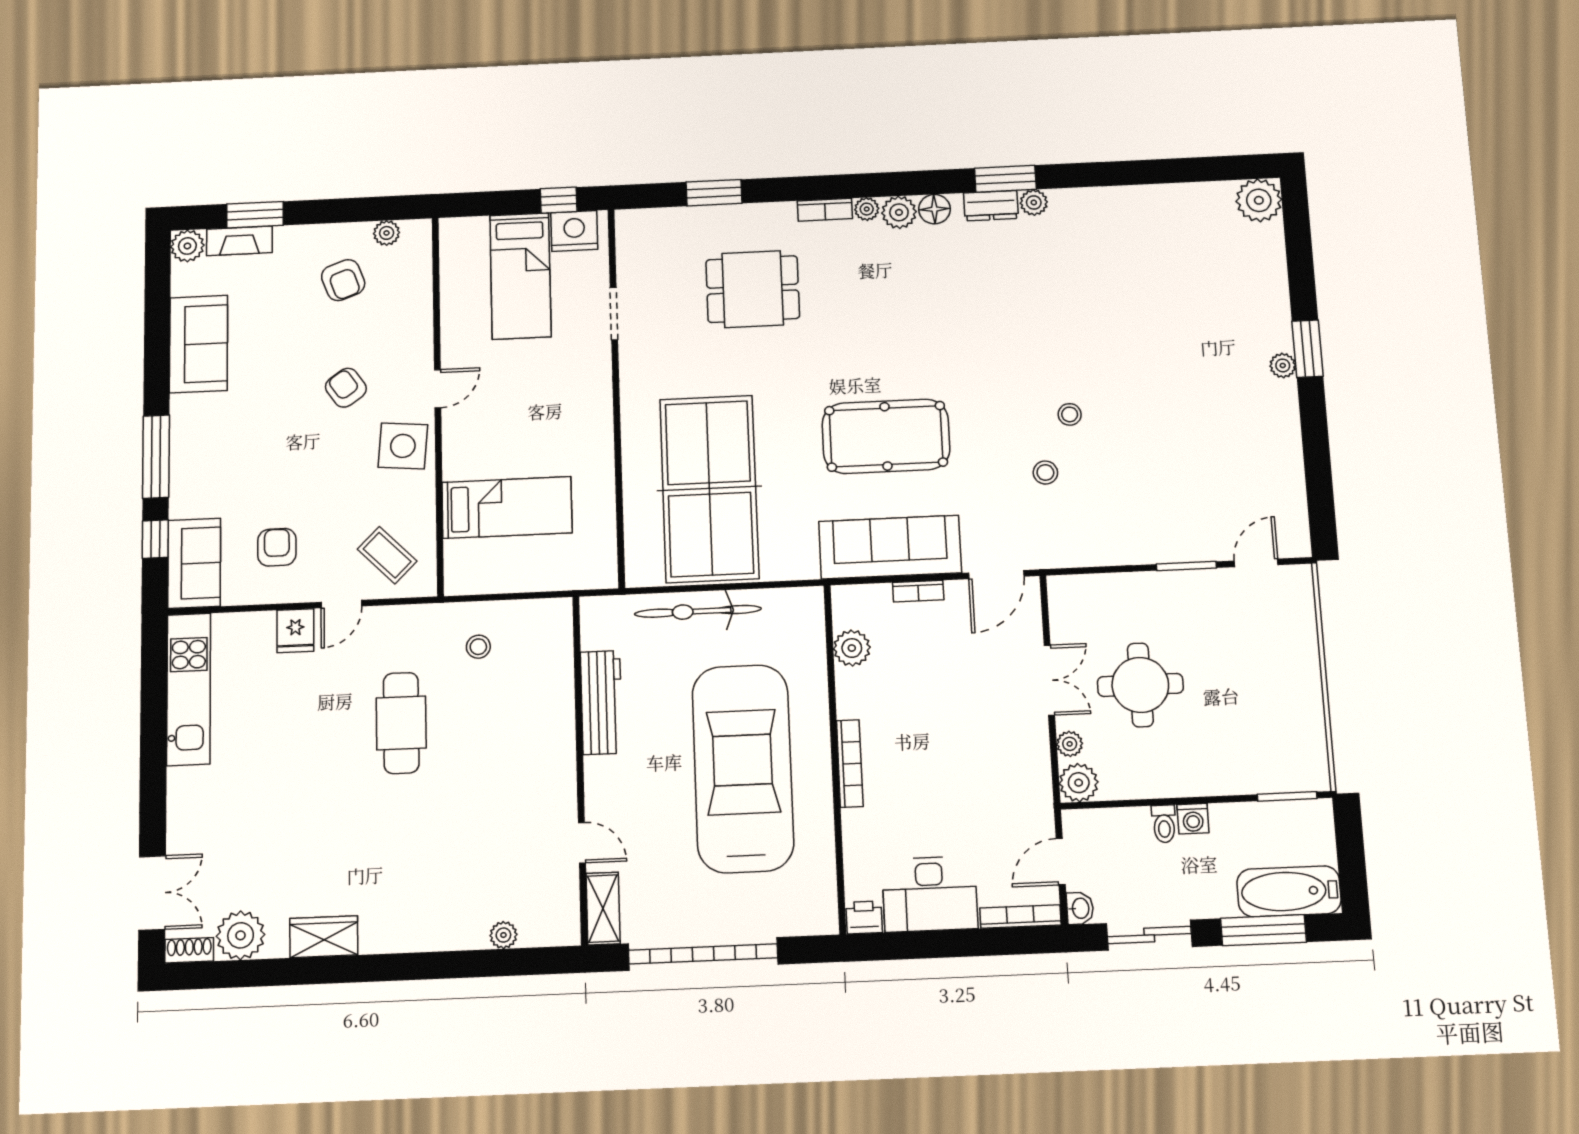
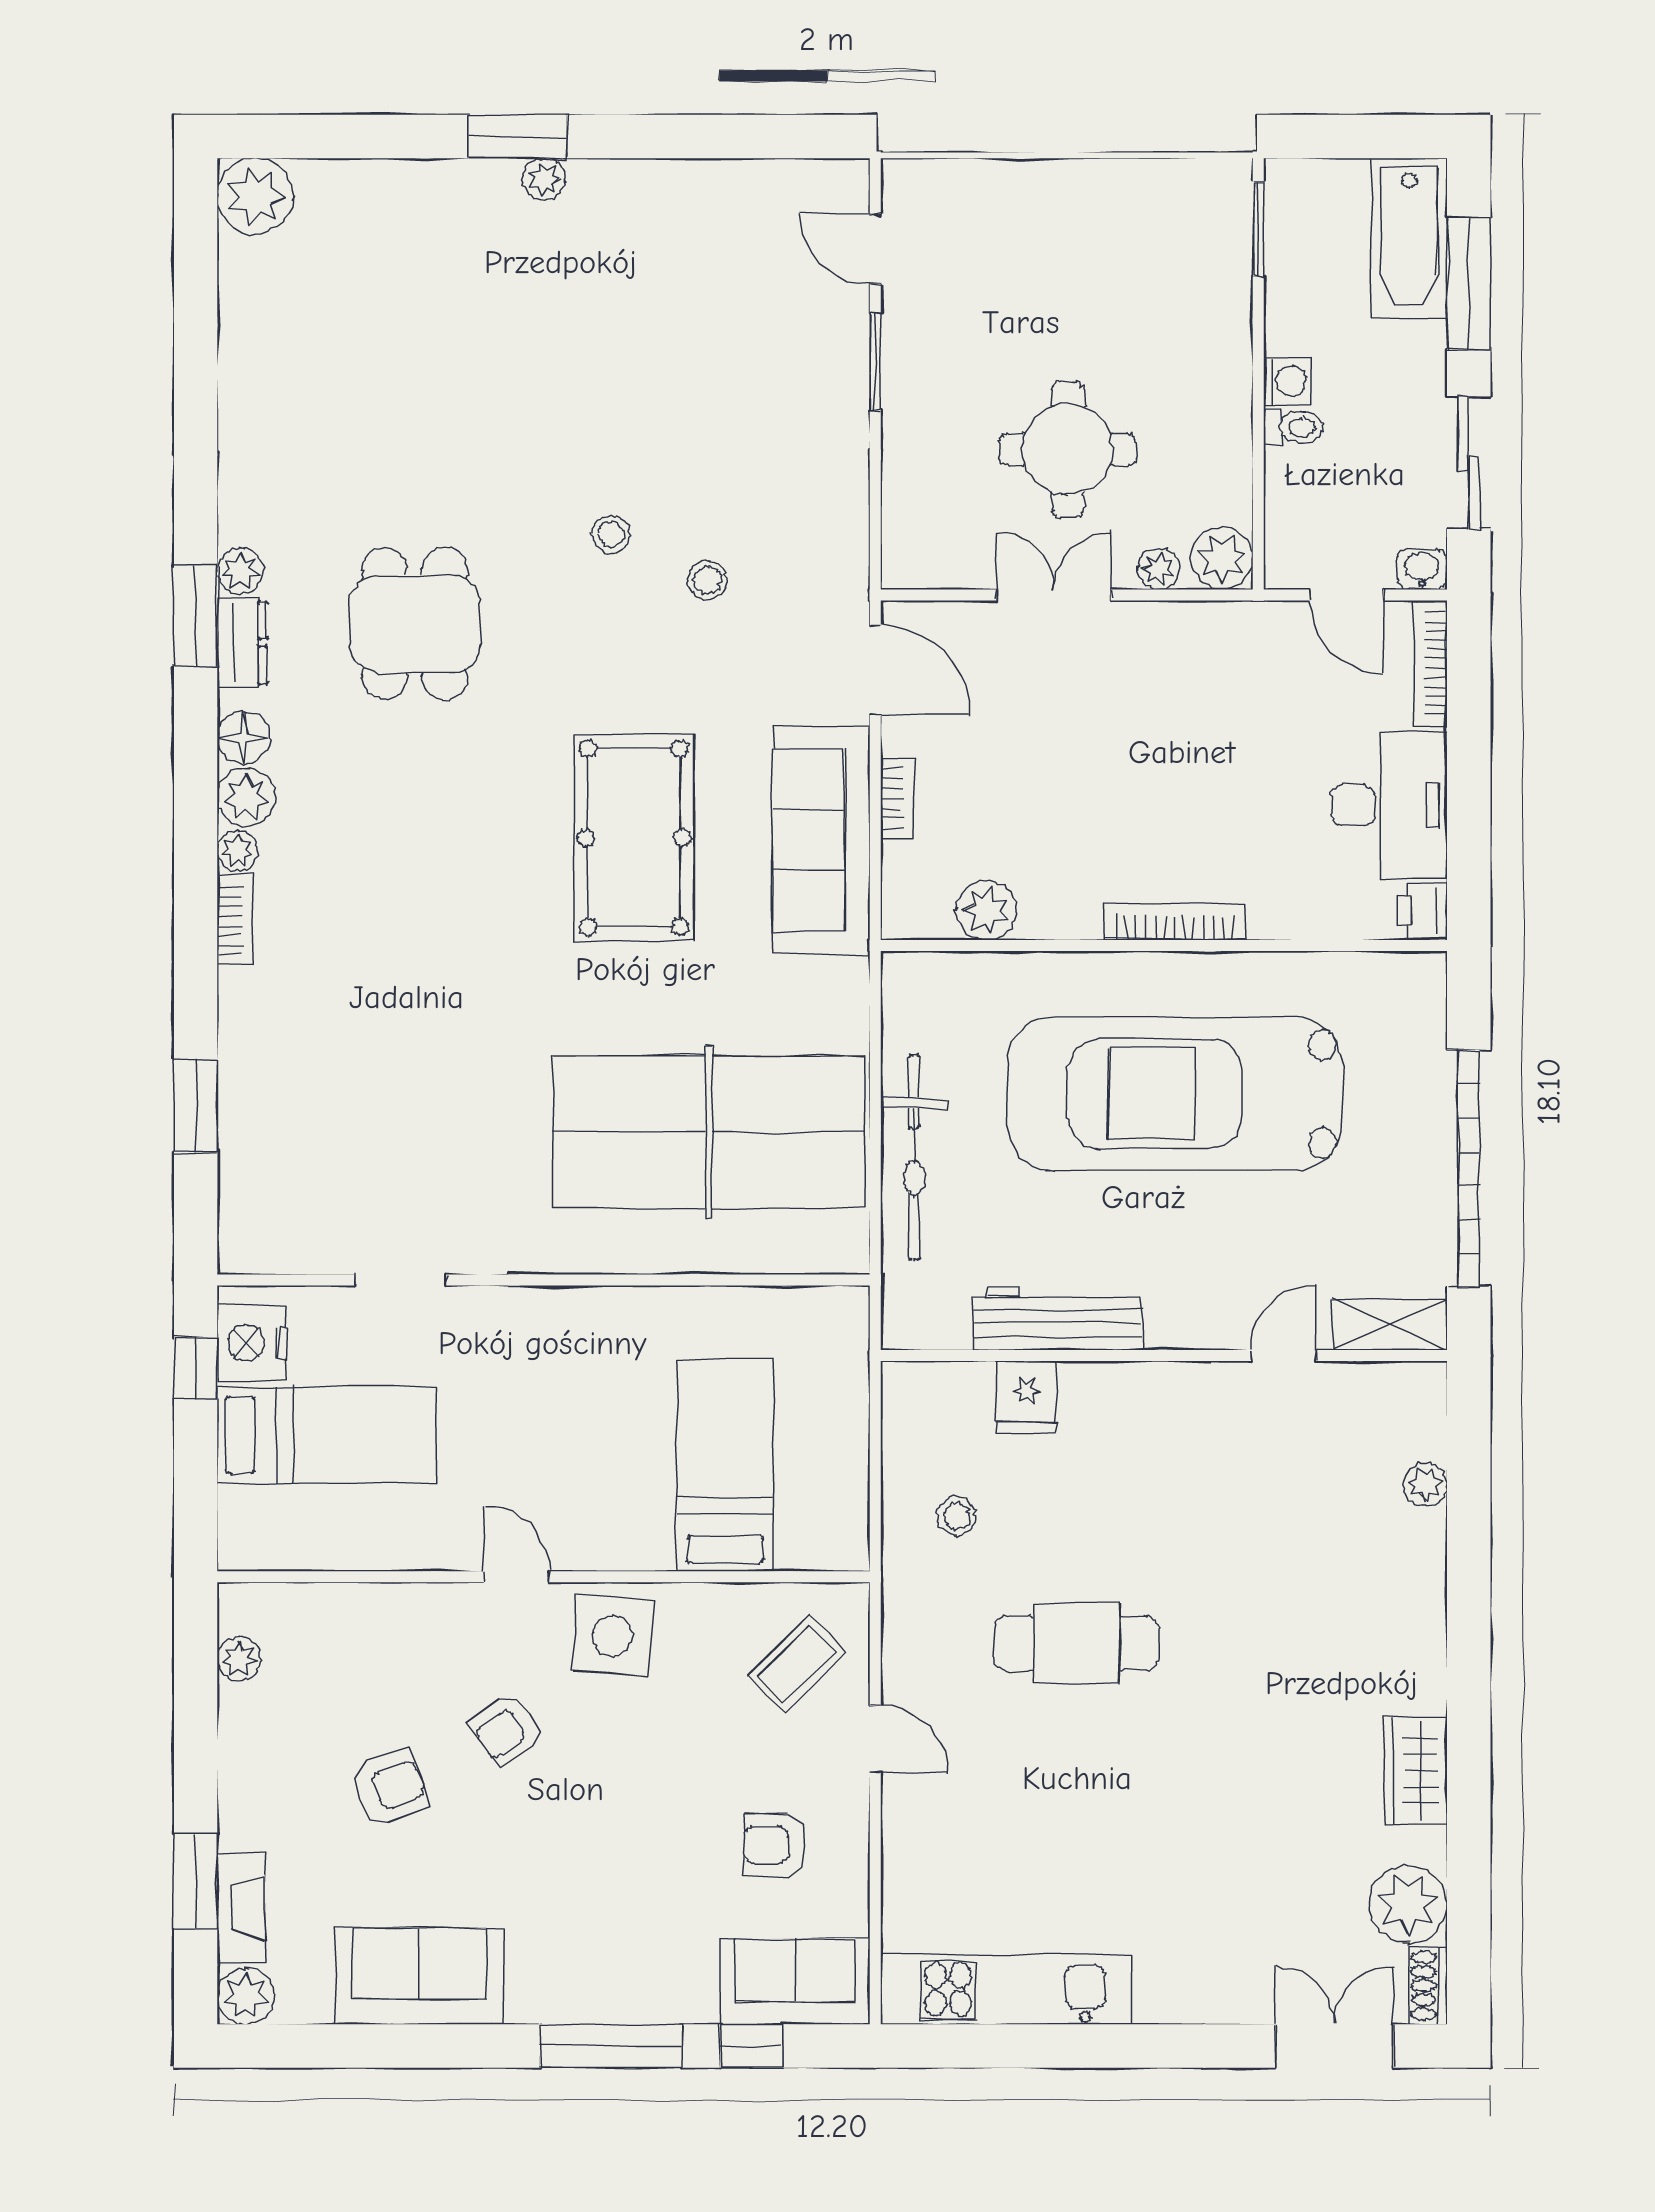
armchair: (343, 280) -> (389, 1788), moved
dining table: (753, 289) -> (415, 624), moved
fridge: (295, 631) -> (1026, 1397), moved, turned 90

